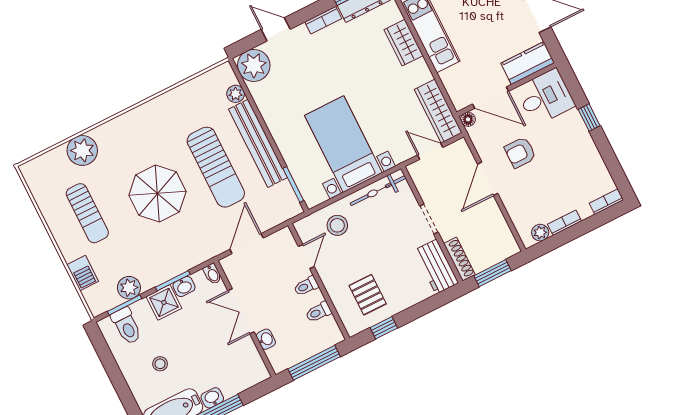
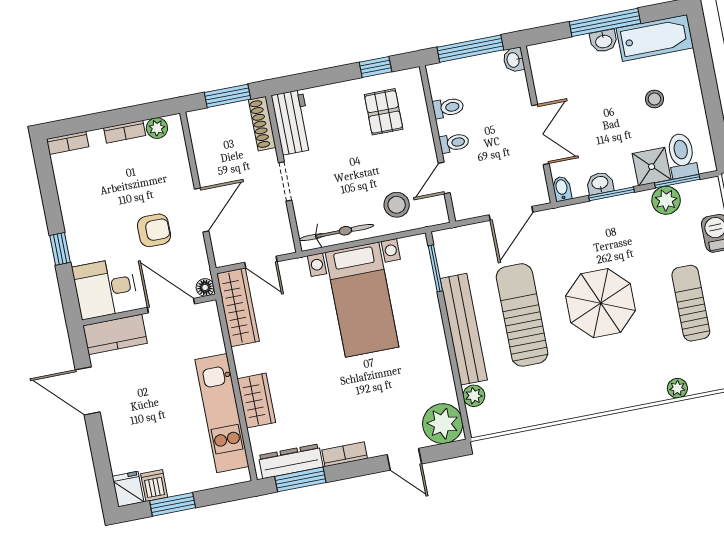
plant: (82, 150) -> (677, 388), width x0.53, depth x0.53
shower: (164, 302) -> (652, 167), moved
washbasin: (266, 339) -> (514, 60), moved

